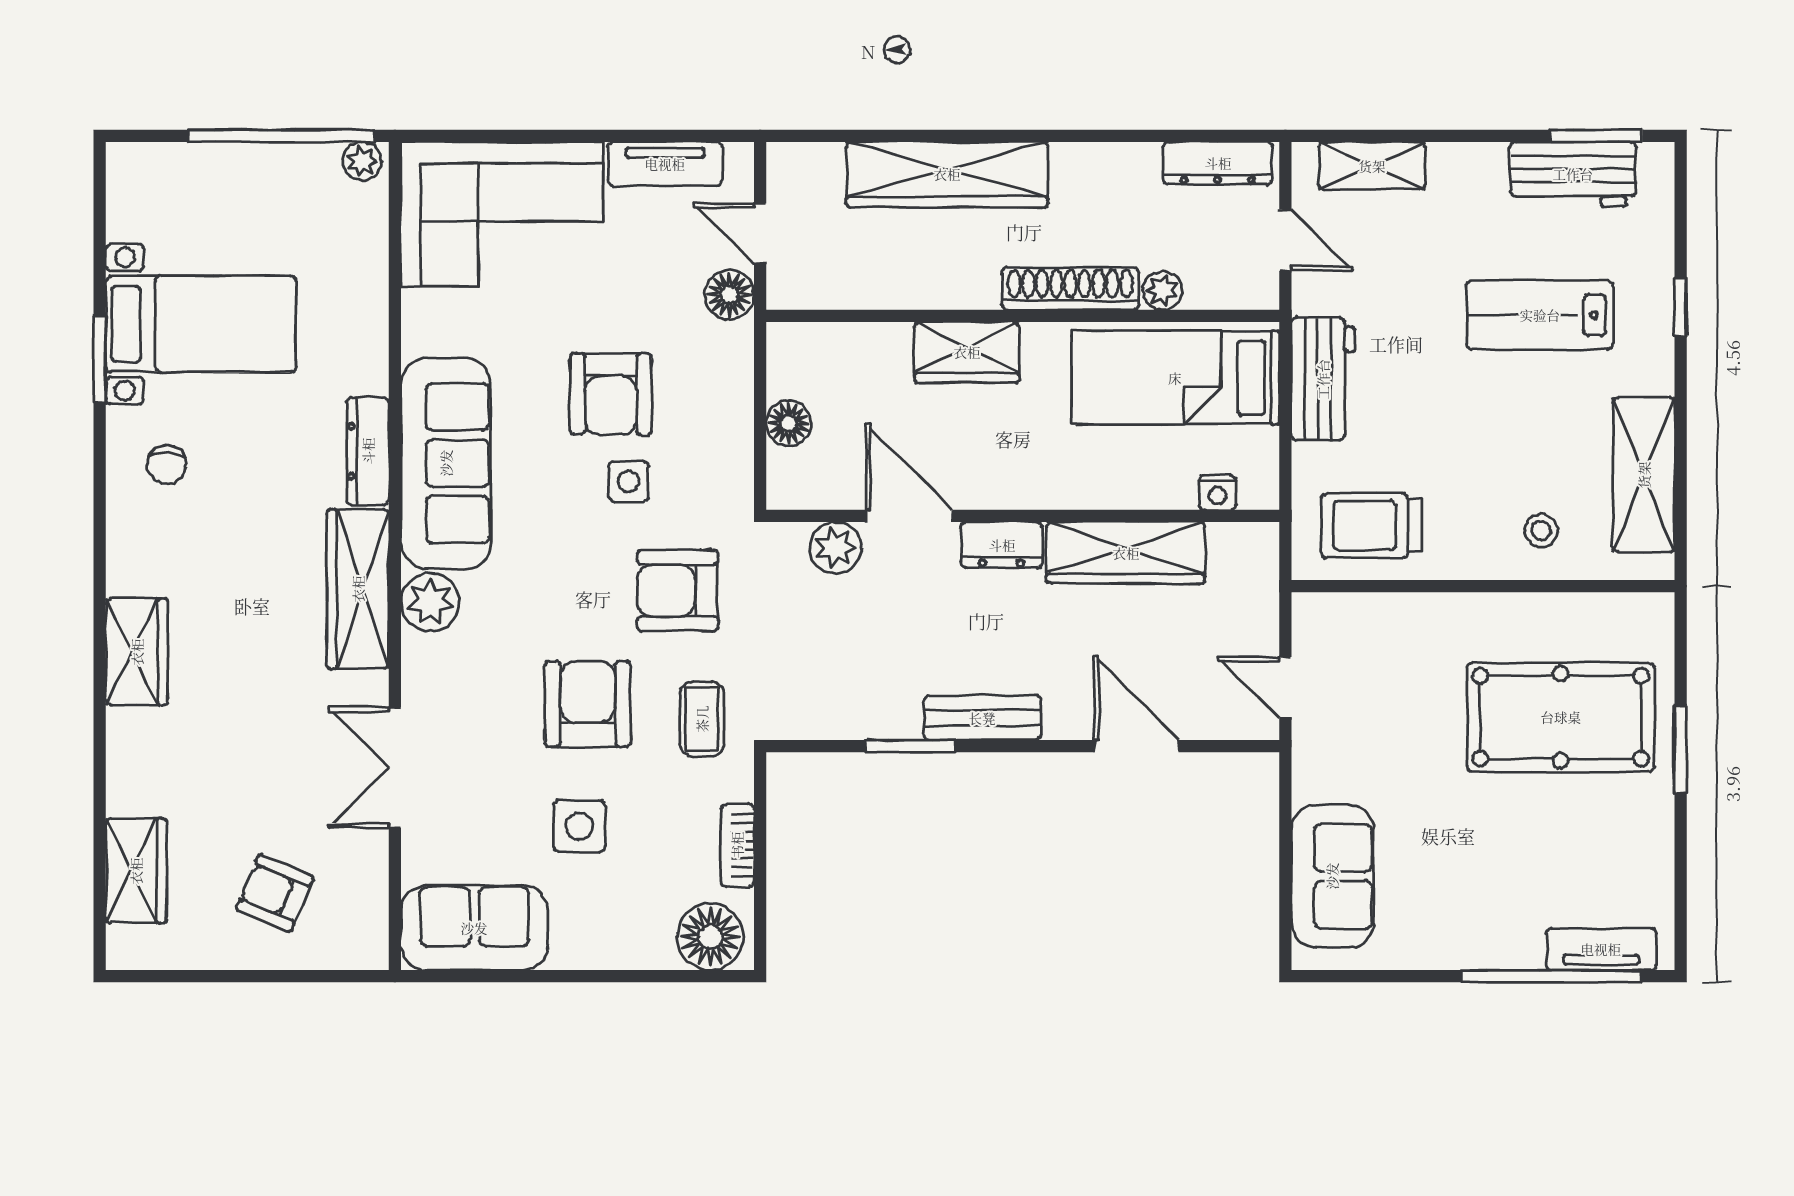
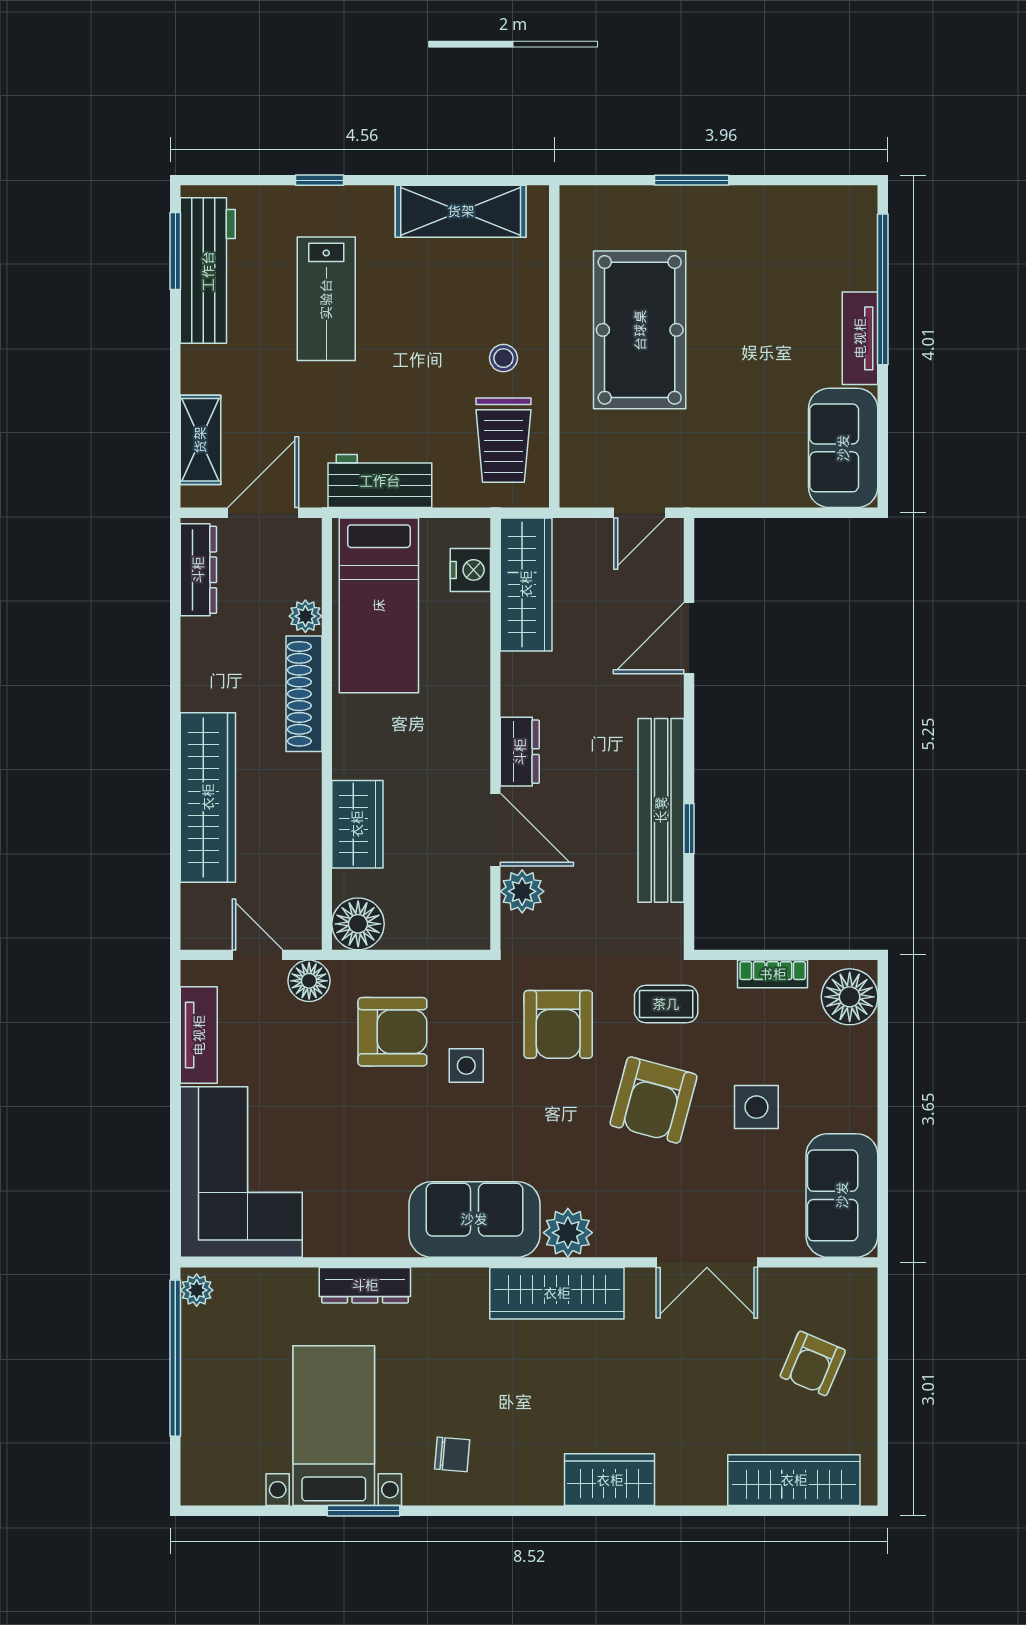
workbench: (1573, 174) -> (208, 271), width x1.38
door: (760, 233) -> (258, 955), swing flipped
door: (1285, 240) -> (263, 513), width x1.37
wardrobe: (967, 352) -> (357, 824), moved
armchair: (611, 394) -> (392, 1032), moved
floor lamp: (789, 423) -> (358, 924), moved, width x1.38, depth x1.38
dresser: (368, 451) -> (365, 1285), moved
sofa: (446, 463) -> (474, 1219), width x0.73
nightstand: (1217, 492) -> (470, 570), width x1.39, depth x1.35
door: (909, 516) -> (495, 830), swing flipped
stool: (1541, 531) -> (503, 358), moved
wardrobe: (1126, 553) -> (526, 584), moved
armchair: (588, 704) -> (654, 1100), turned -75
pool table: (1561, 717) -> (640, 330), moved
bench: (982, 718) -> (661, 810), width x1.86, depth x1.21
window: (910, 746) -> (689, 829), width x0.67
wardrobe: (136, 871) -> (794, 1480), width x1.50
sofa: (1332, 876) -> (843, 448), moved, turned -90
tv unit: (1601, 949) -> (860, 338), moved

